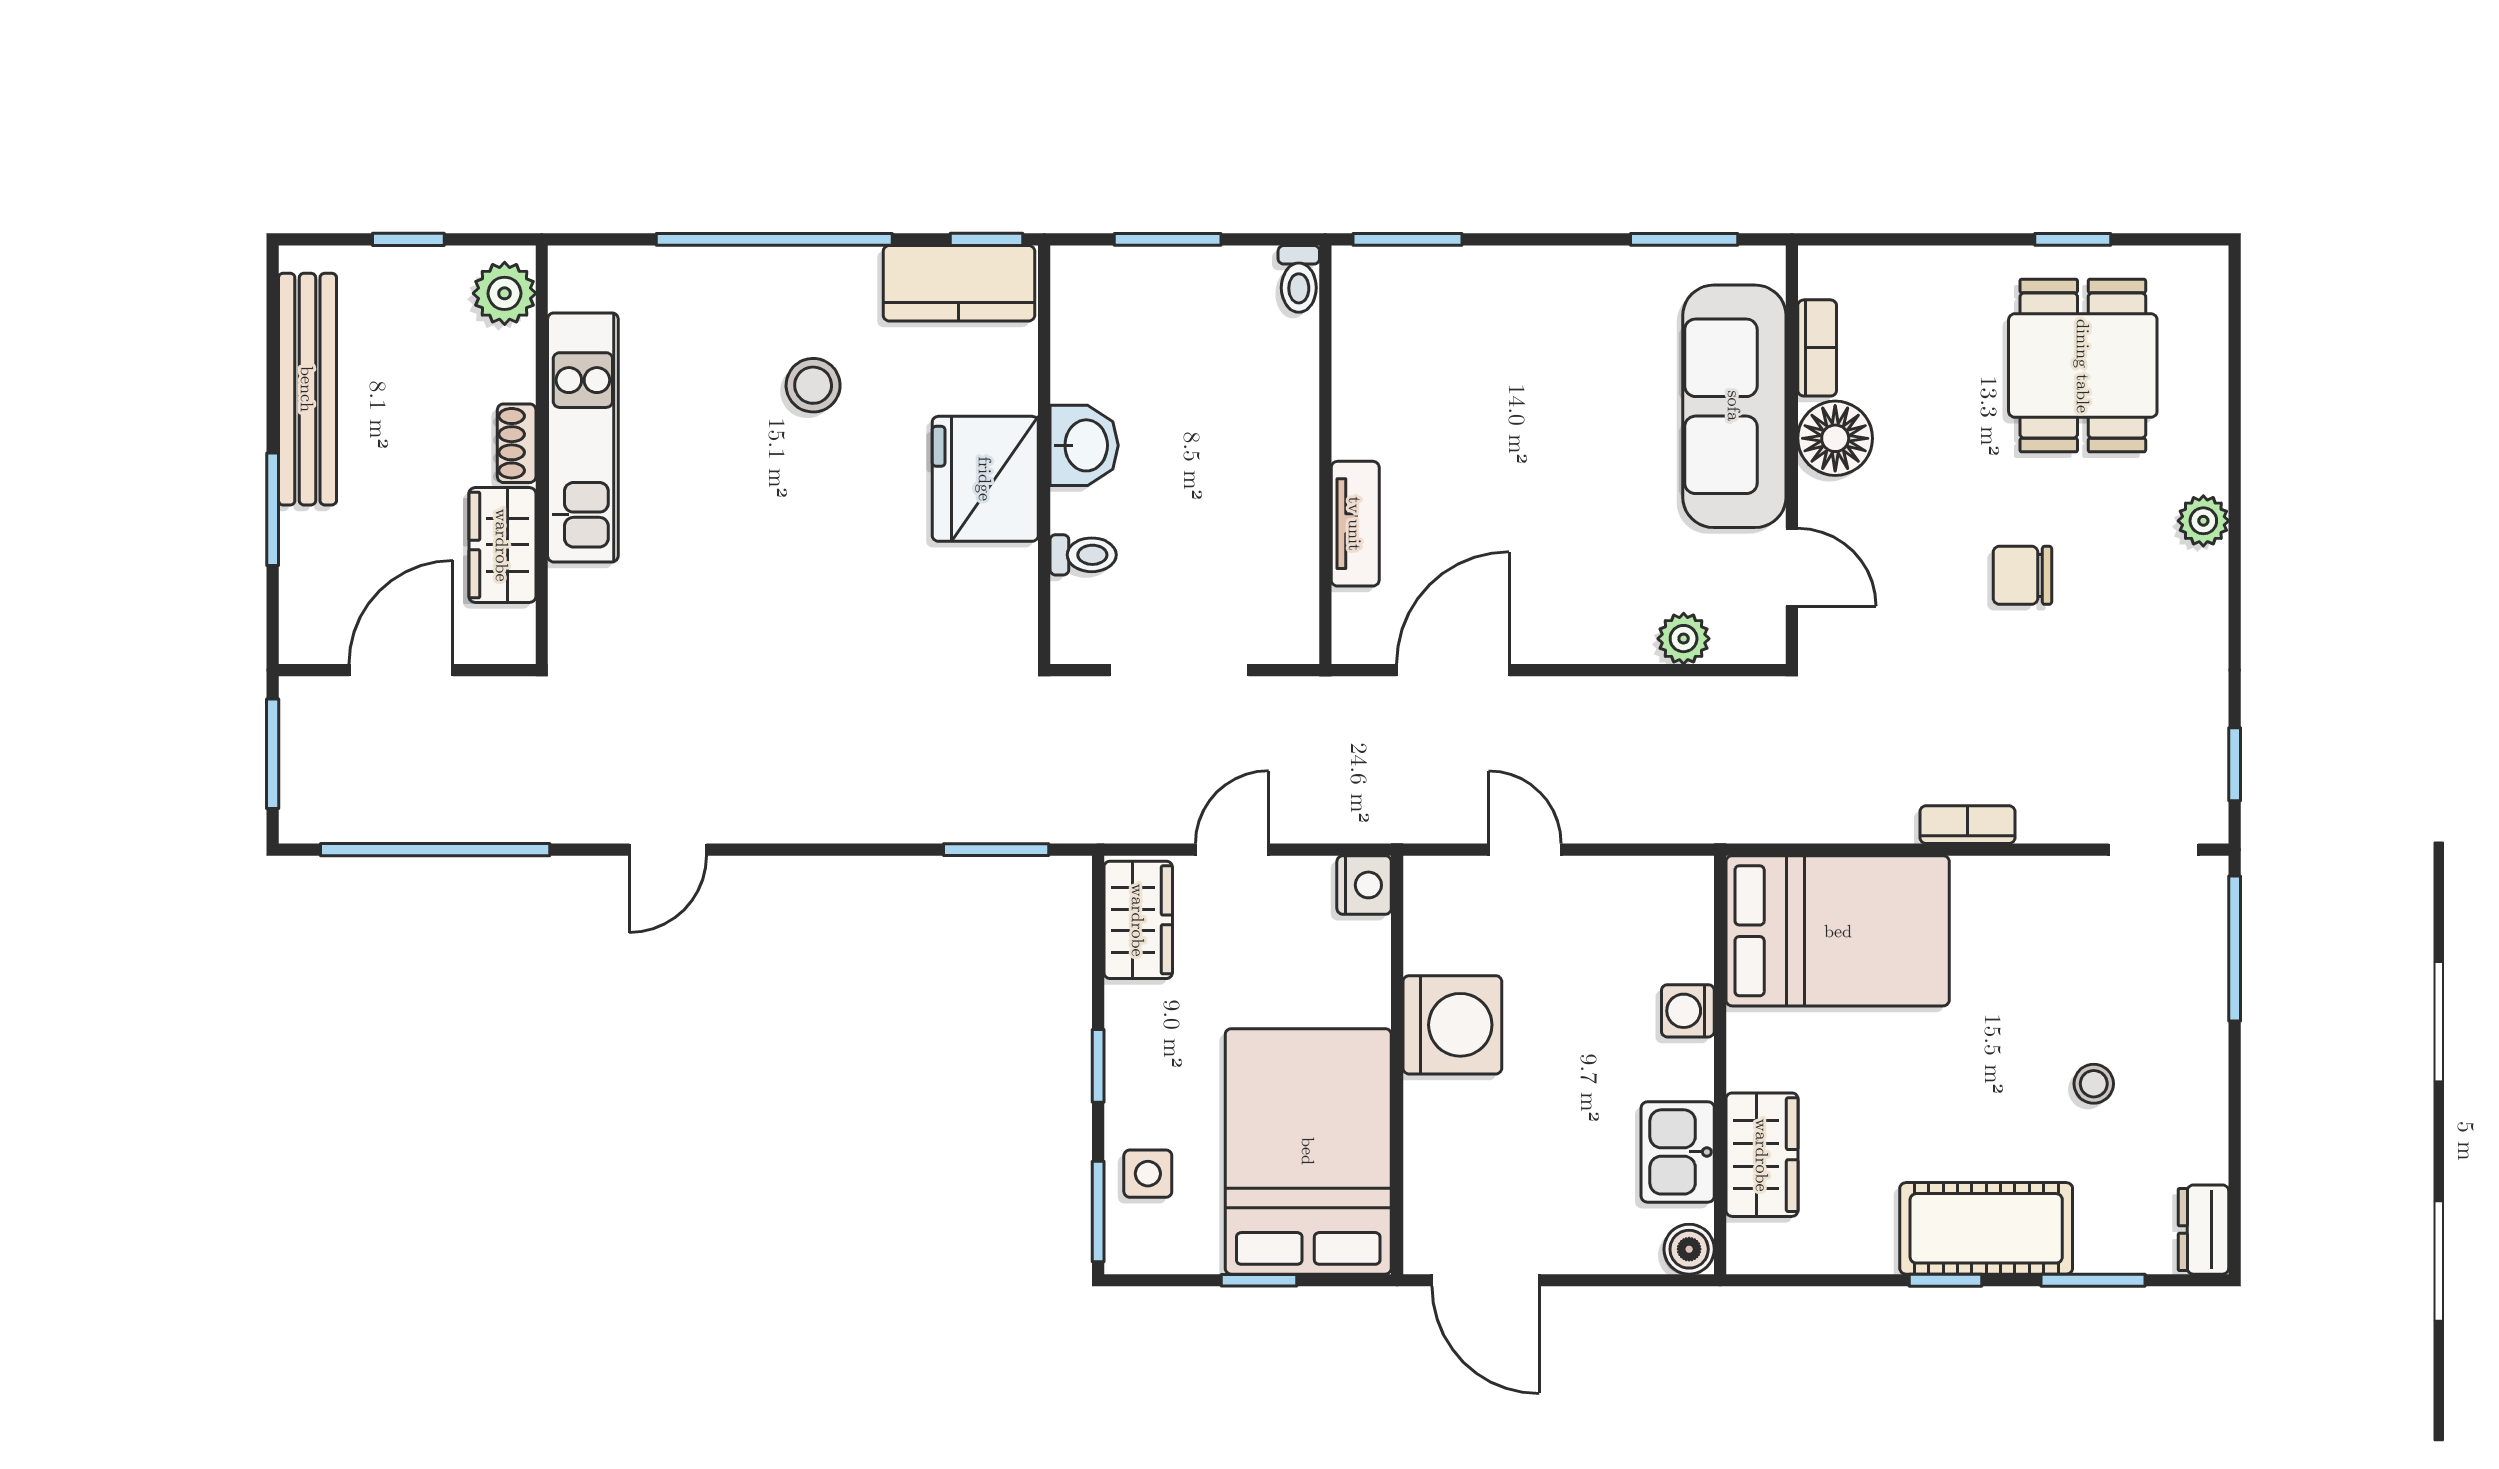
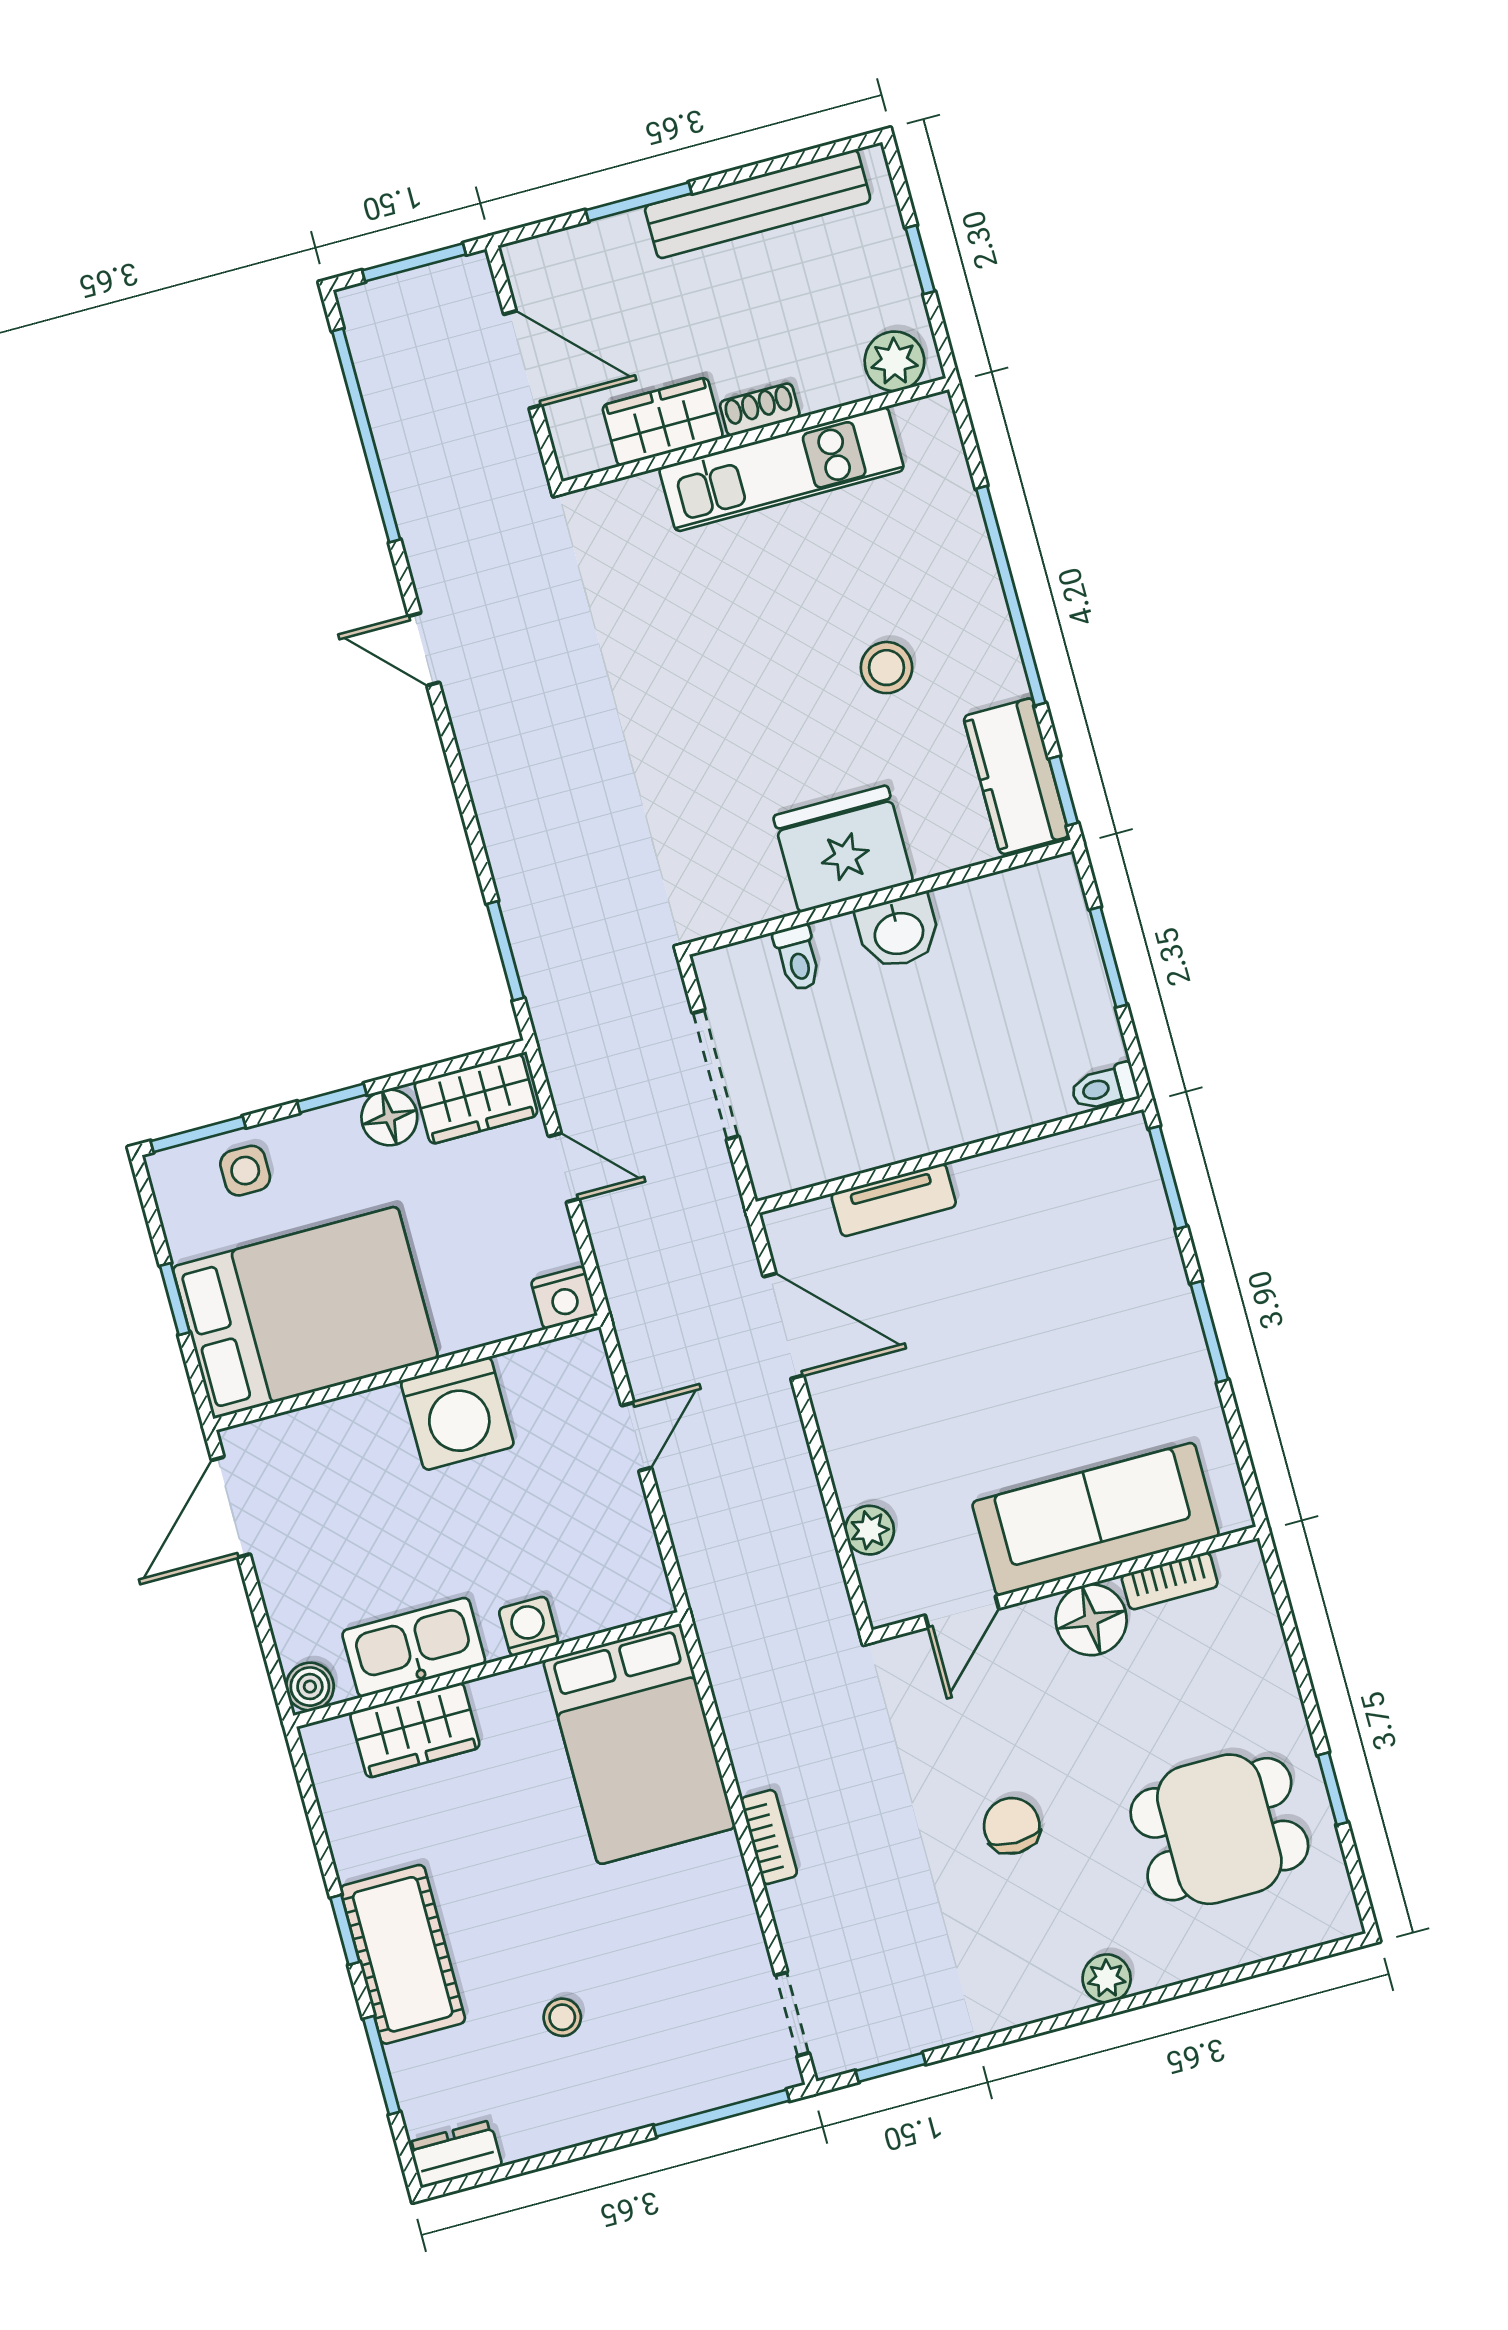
window: (1684, 239) -> (1209, 1332), moved
floor lamp: (1133, 1013) -> (389, 1117), added
kitchen sink: (1678, 1152) -> (414, 1647), width x1.38

